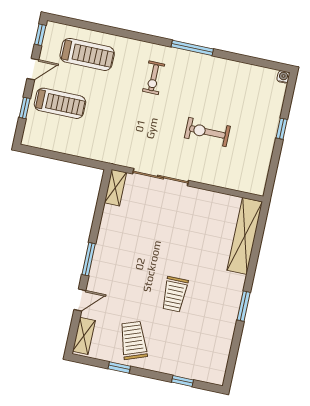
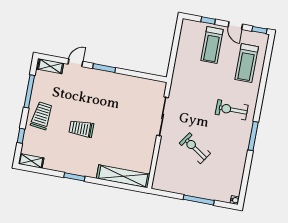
exercise bike: (154, 78) -> (232, 110), width x1.38, depth x1.39
window: (282, 129) -> (199, 200), width x2.17
exercise bike: (207, 132) -> (195, 148), turned -56
shelving: (115, 188) -> (31, 161), moved
door: (80, 300) -> (75, 63), swing flipped
trolley: (133, 340) -> (42, 116), moved, turned -63
window: (119, 367) -> (29, 91), width x2.17

